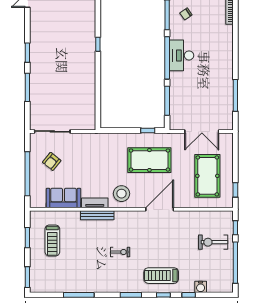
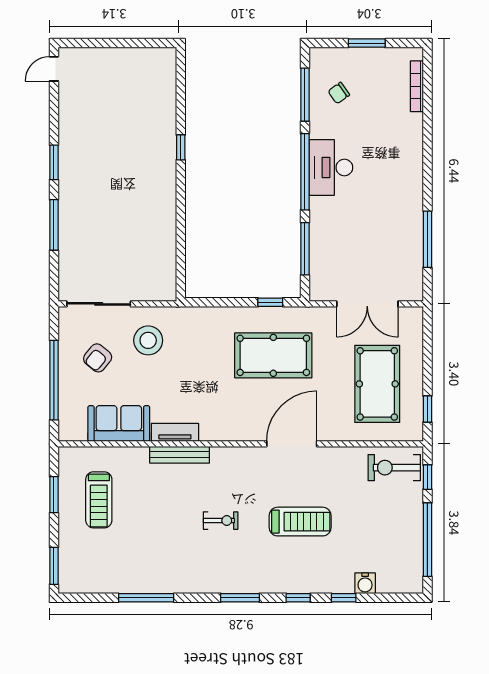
stool: (121, 194) -> (148, 340), moved
exercise bike: (213, 242) -> (394, 468), moved
treadmill: (161, 276) -> (300, 522), moved, turned 180

